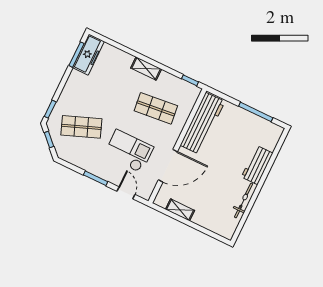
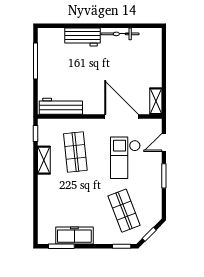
freezer: (88, 55) -> (74, 235), moved
shelving: (146, 69) -> (44, 160), moved
workbench: (203, 123) -> (61, 106), width x0.73, depth x0.76
shelving: (180, 210) -> (156, 101), moved

